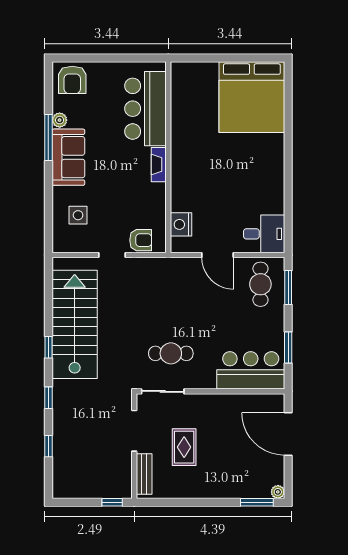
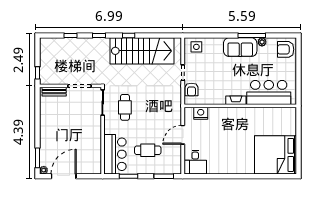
side table: (78, 215) -> (196, 47), moved
cafe table: (260, 284) -> (148, 150), moved
door: (288, 434) -> (64, 176), moved
rug: (184, 447) -> (70, 115), removed

